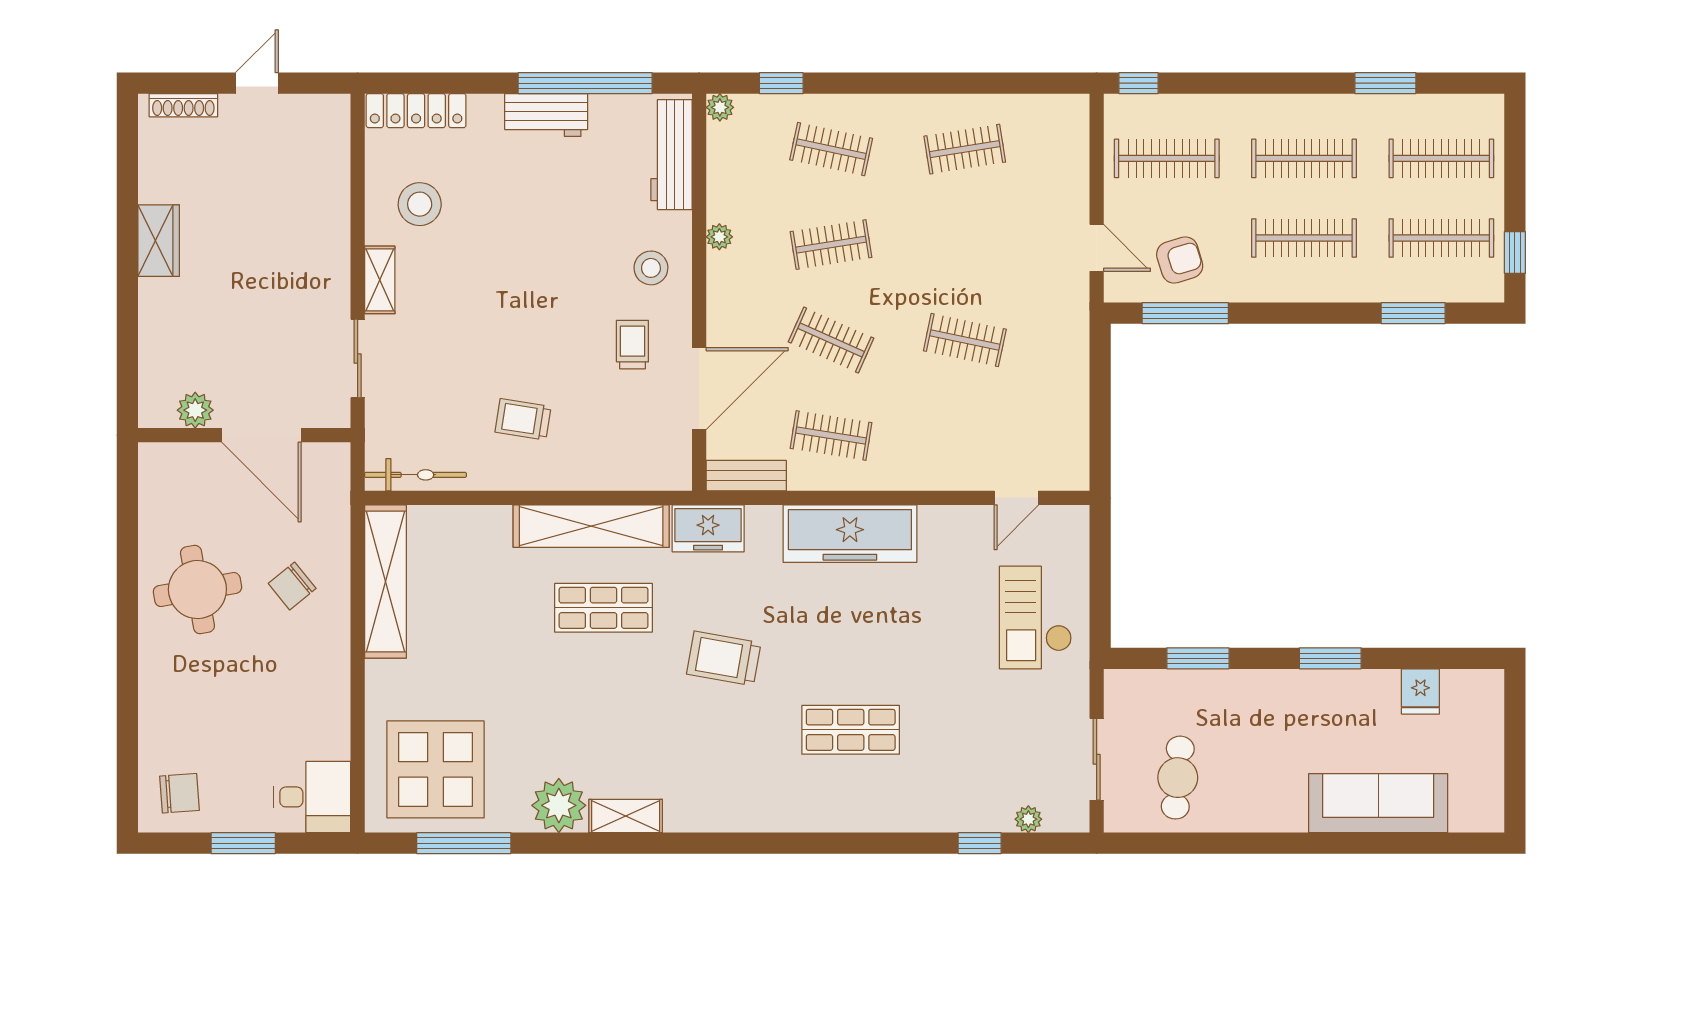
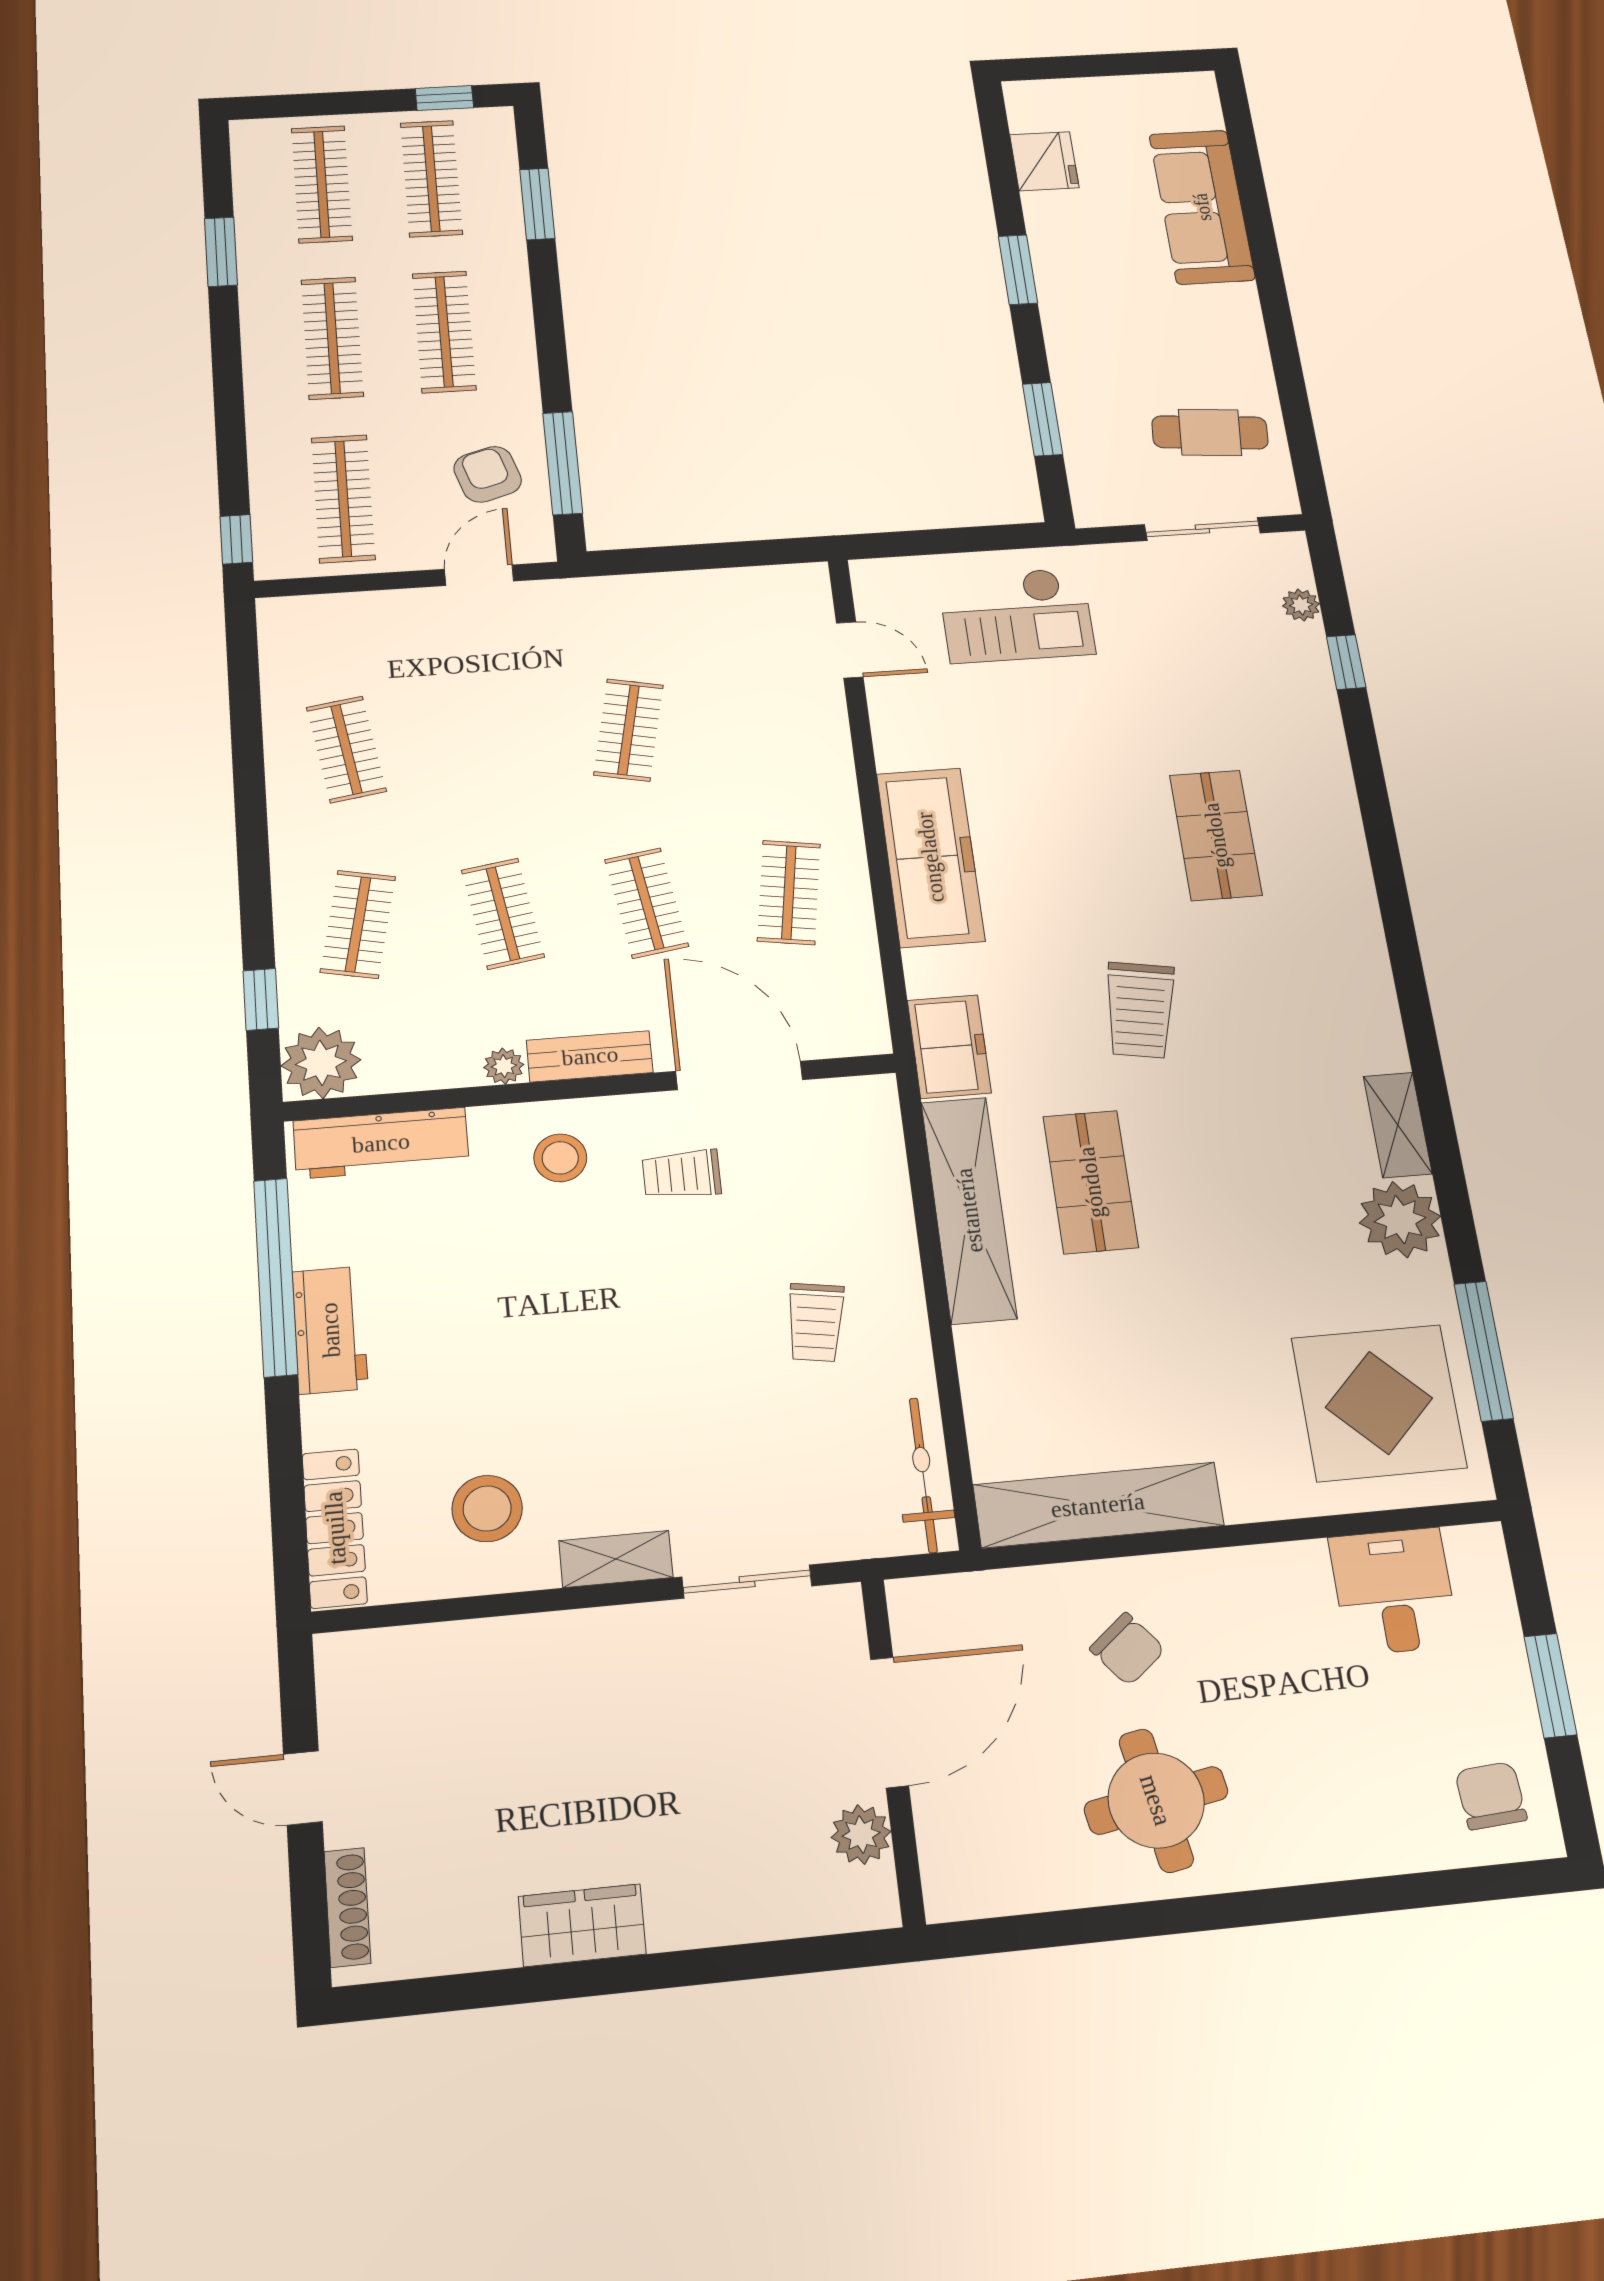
plant: (720, 107) -> (321, 1063), width x1.88, depth x1.88
clothes rail: (831, 340) -> (646, 903), turned -33
bench: (746, 476) -> (590, 1056), moved, turned 90
fridge: (1420, 691) -> (1044, 161), width x1.38
desk: (312, 797) -> (1394, 1591), moved

